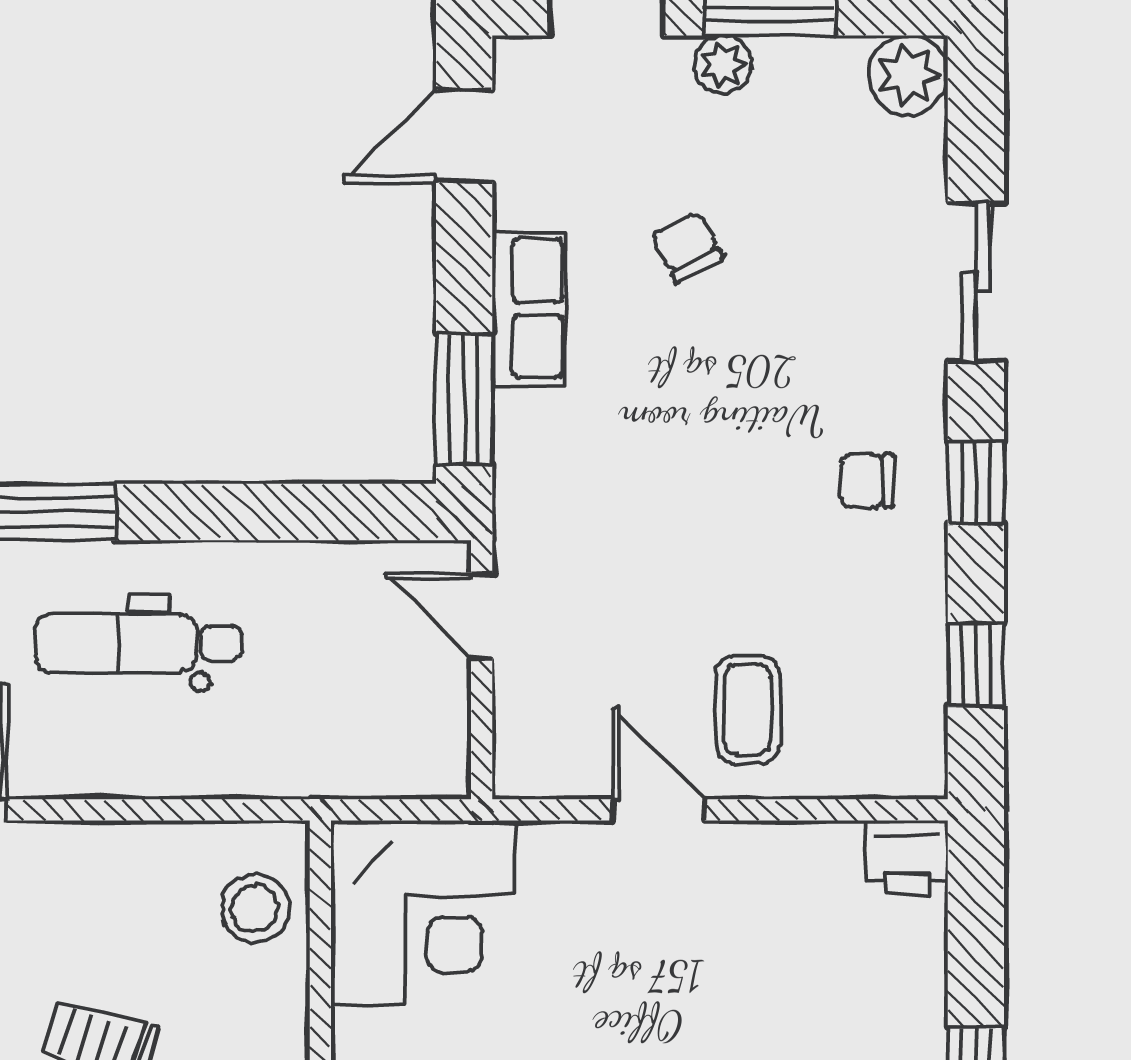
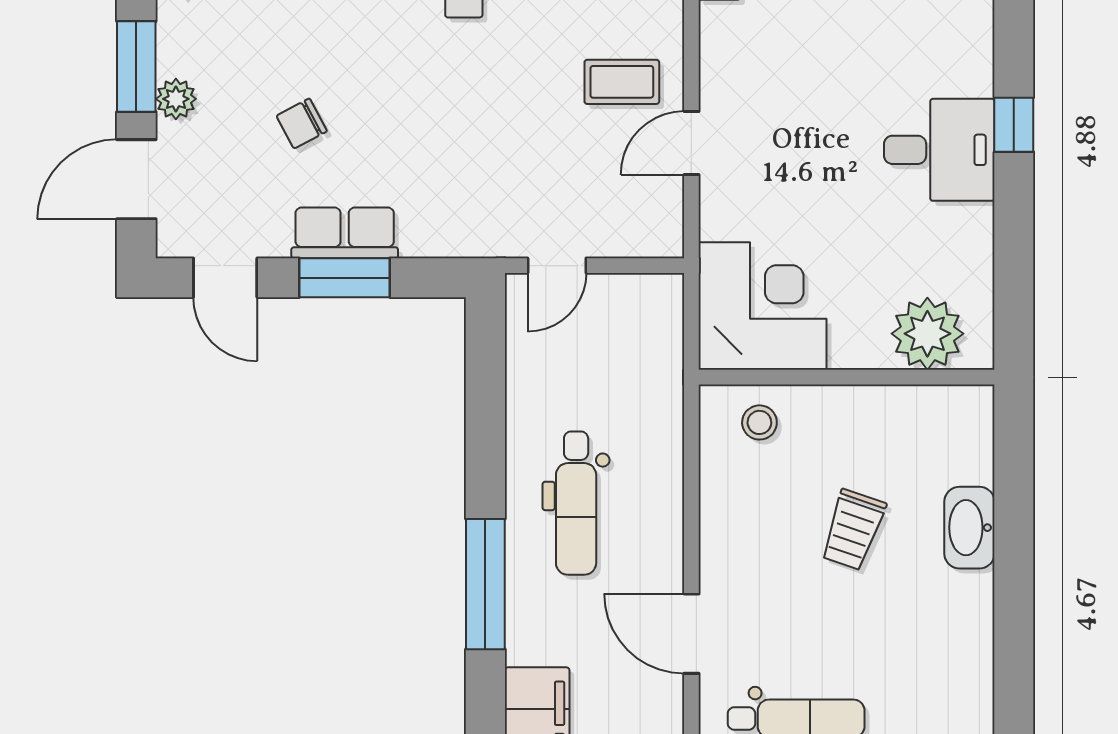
window: (464, 399) -> (345, 278), moved
stool: (255, 908) -> (759, 422), width x0.73, depth x0.73

